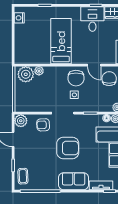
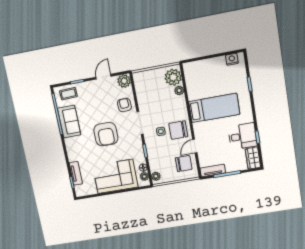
sofa: (74, 181) -> (69, 122), moved

